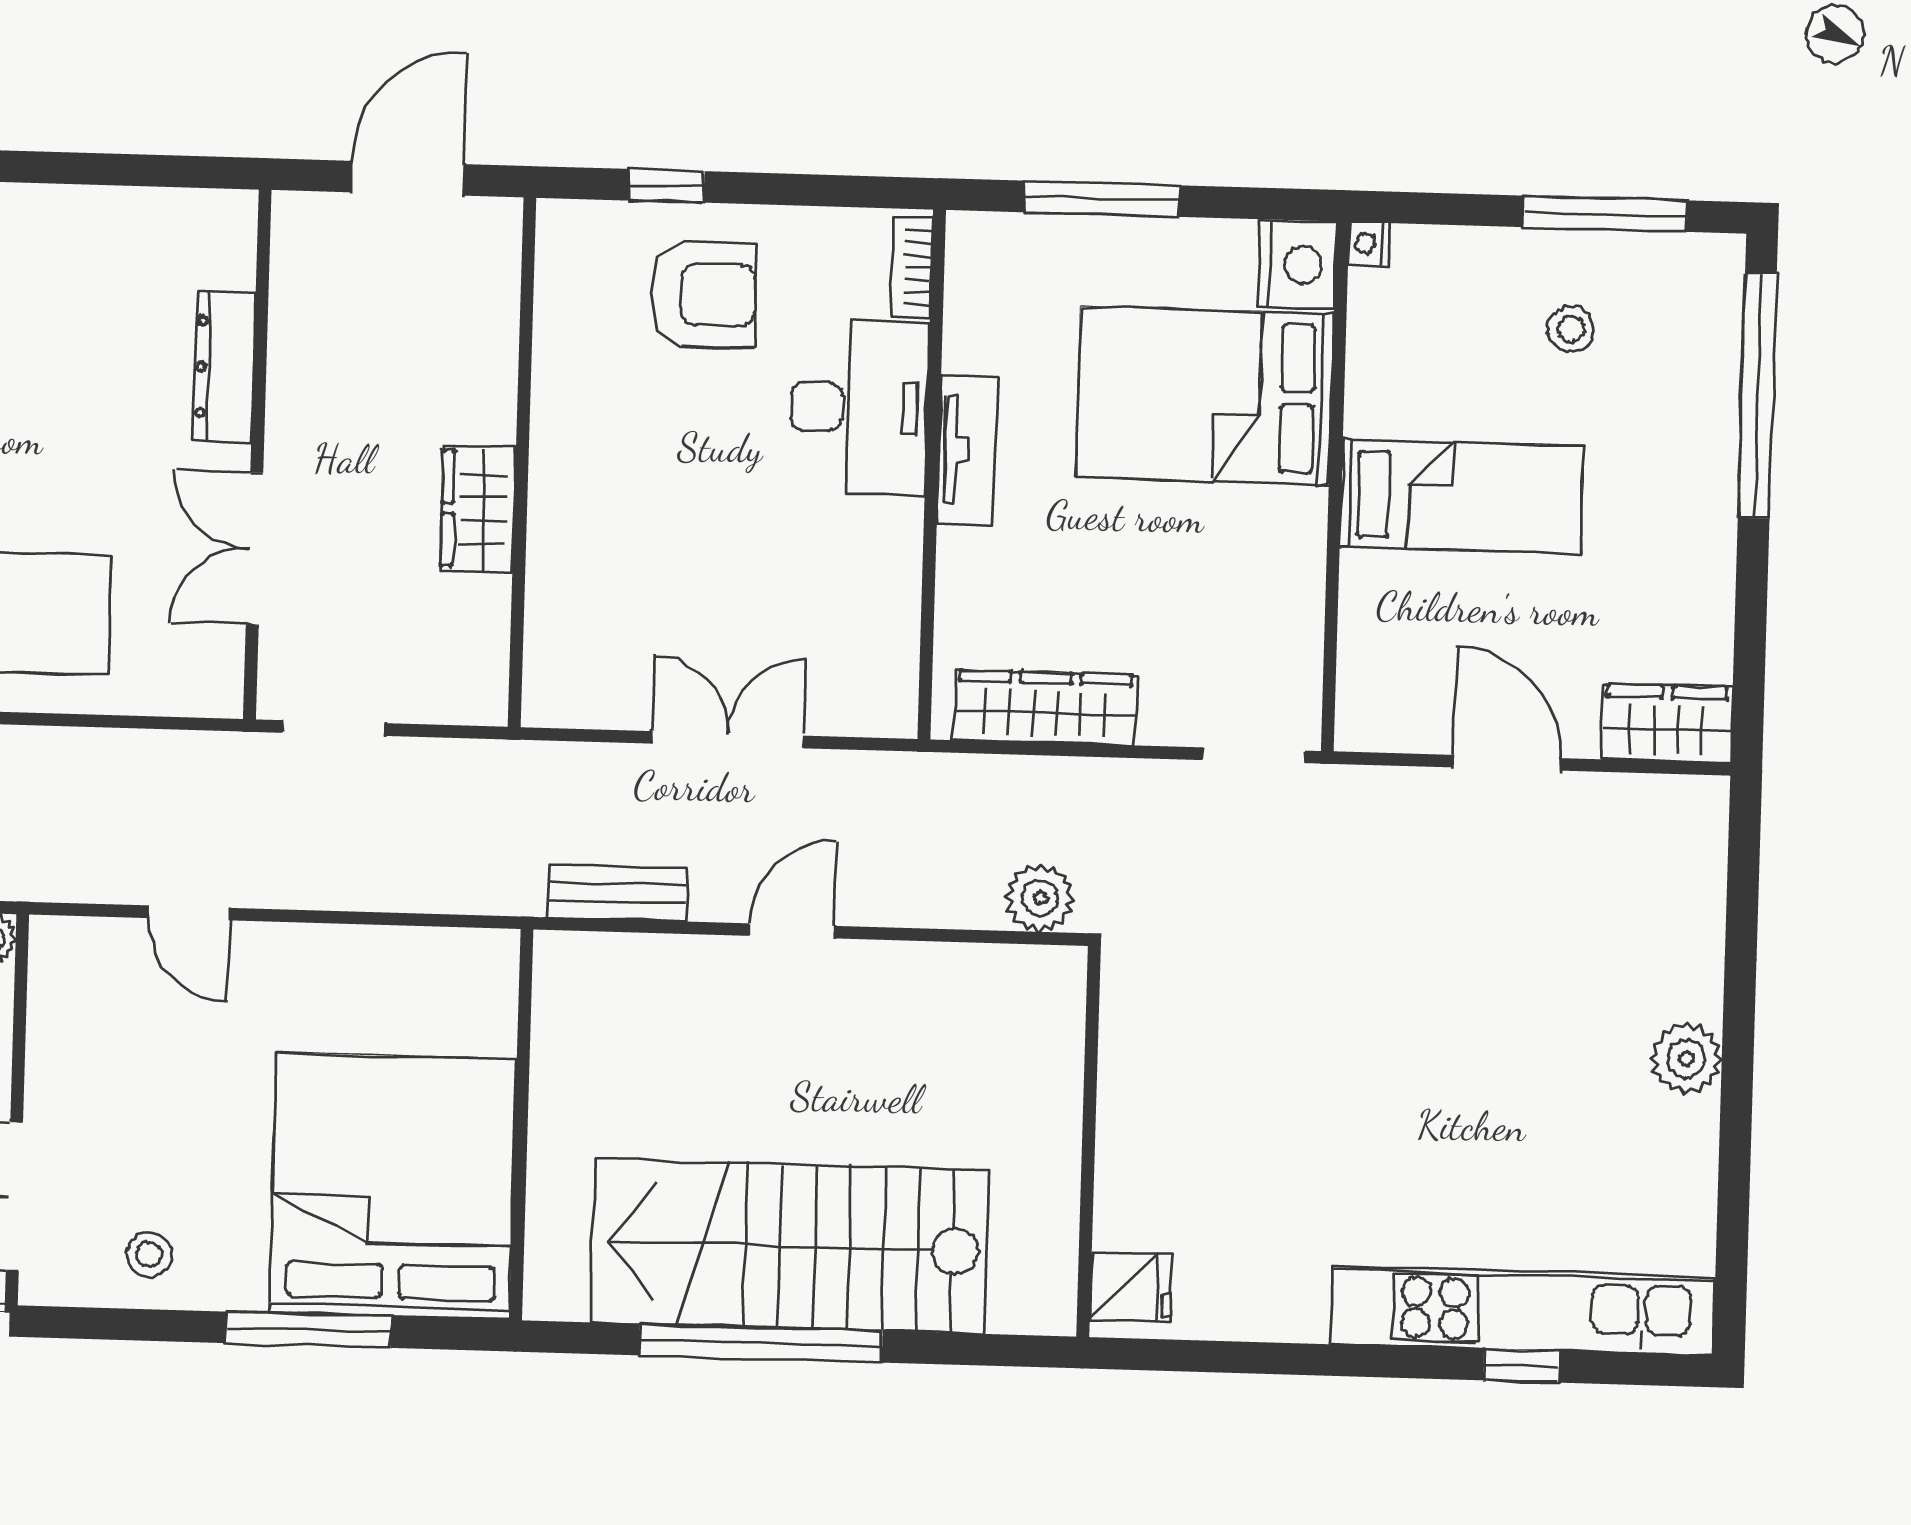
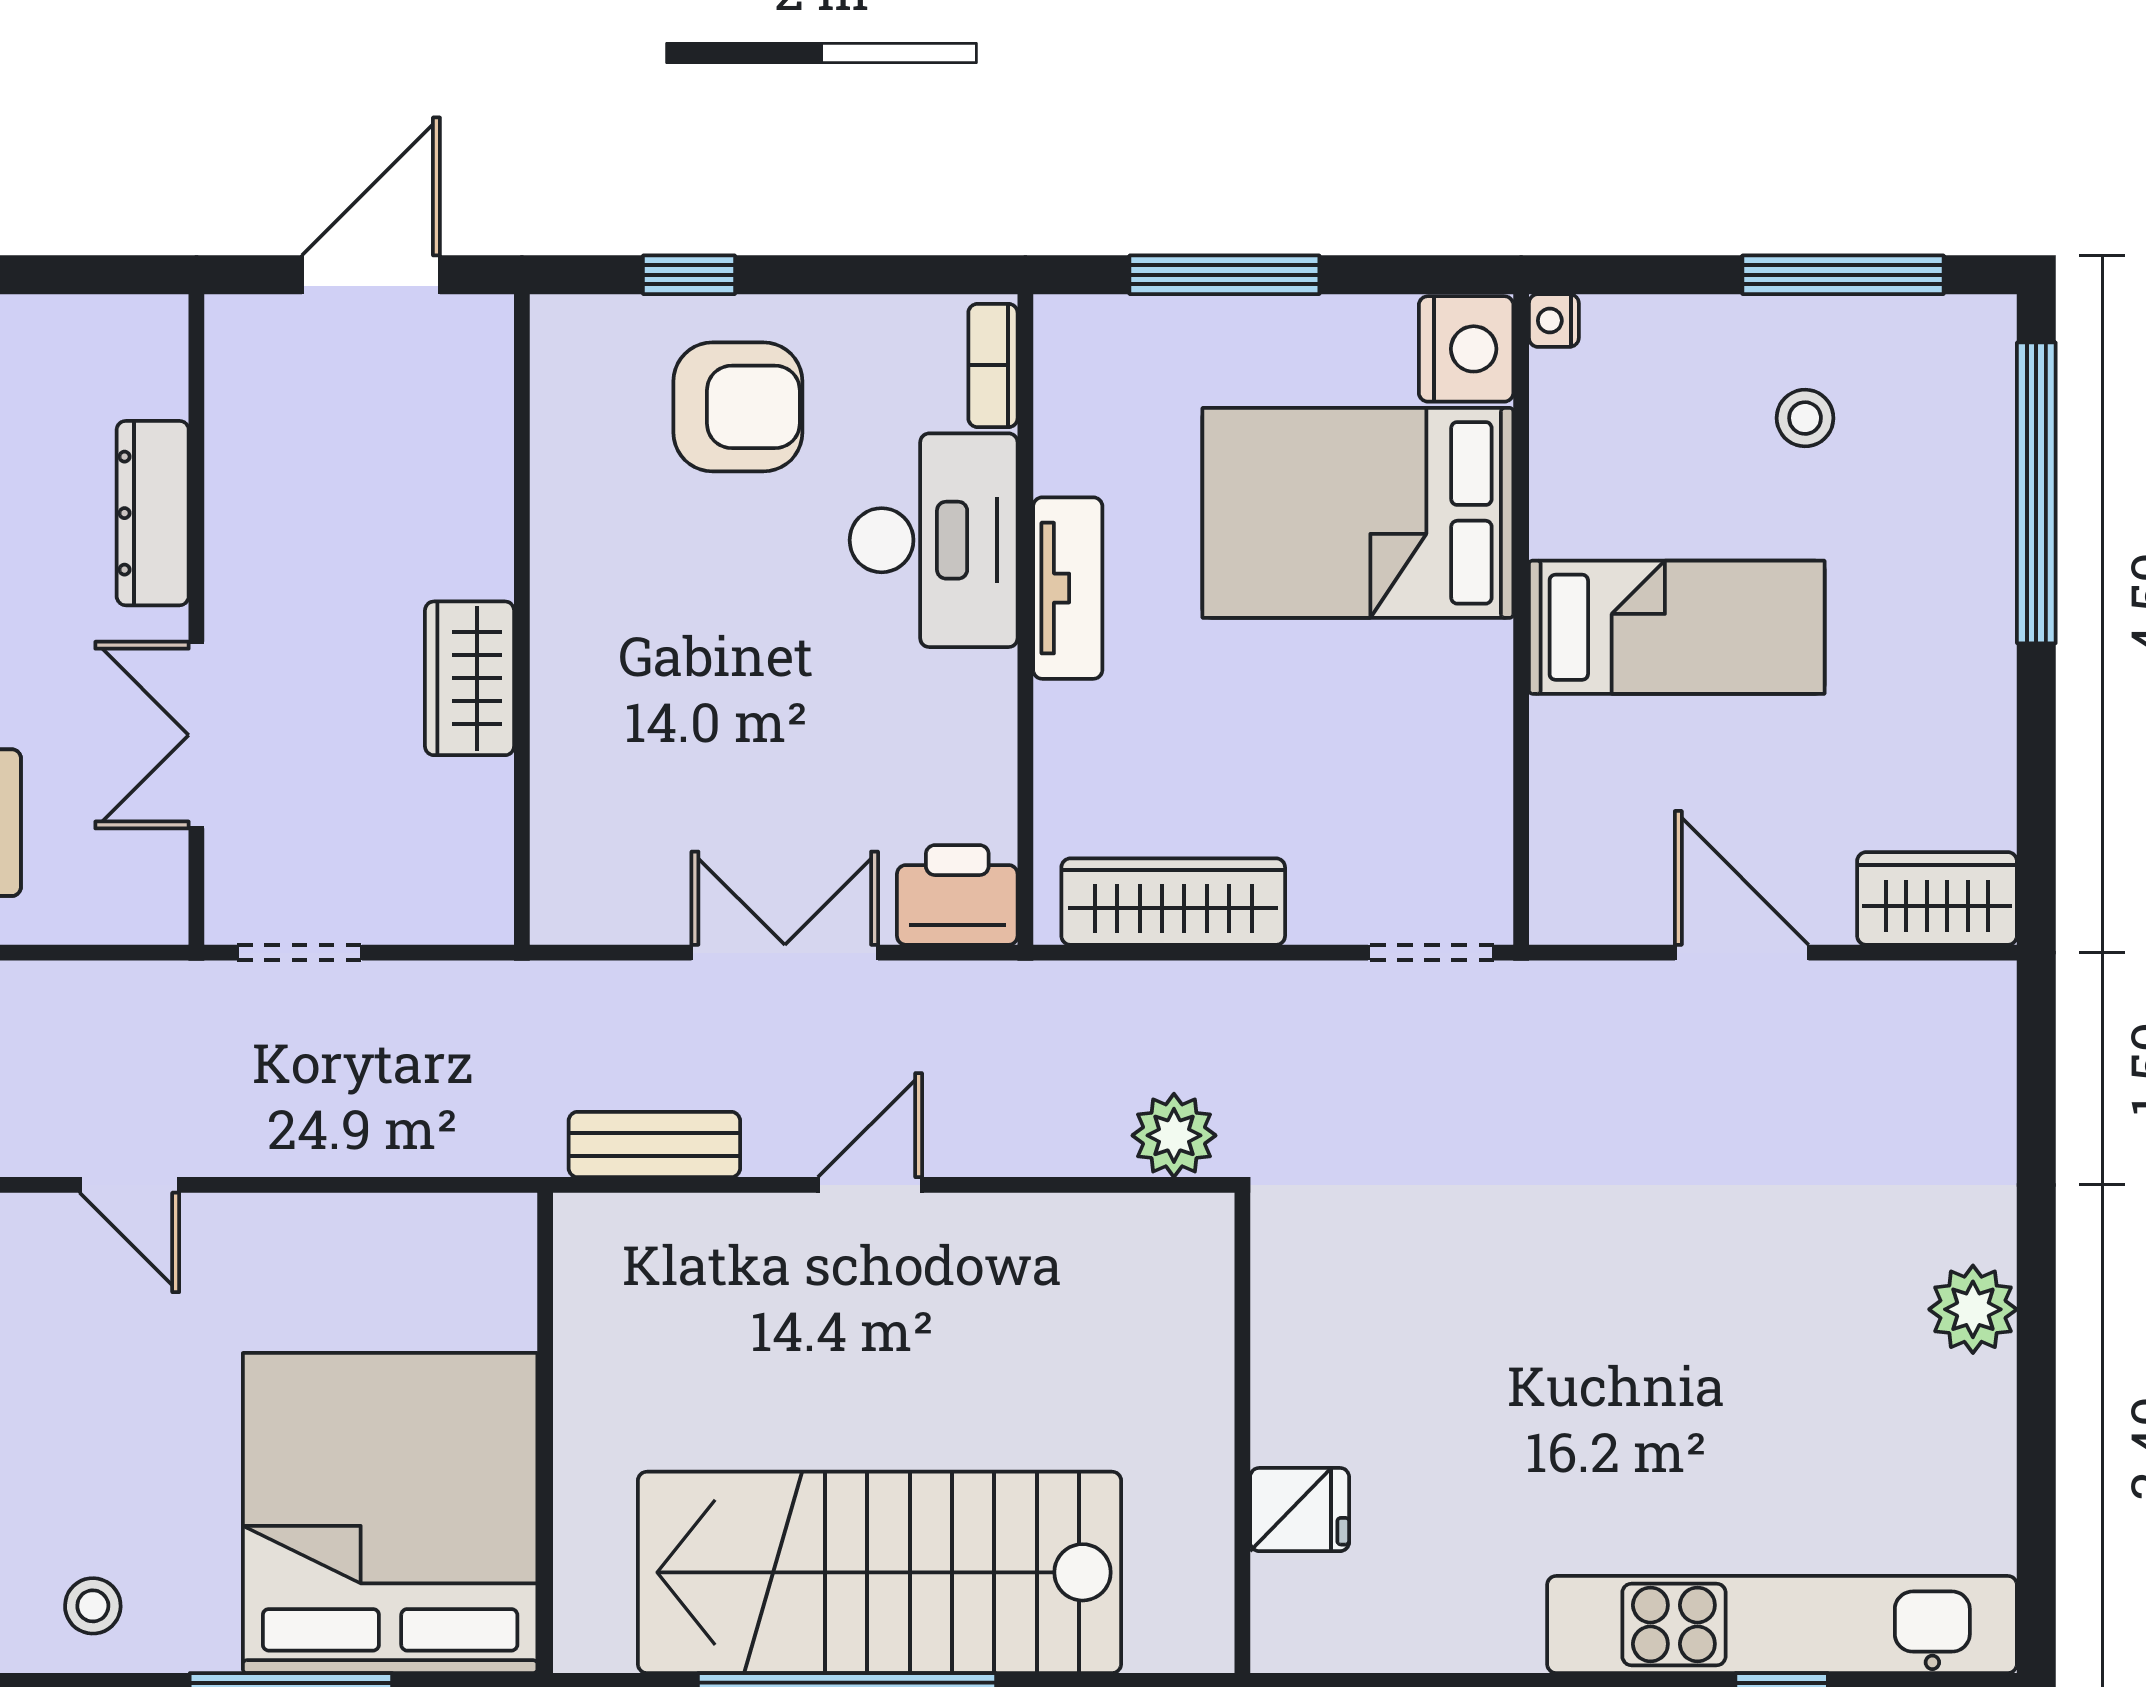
printer: (870, 697) -> (957, 895), added
fridge: (1131, 1287) -> (1300, 1510), moved

